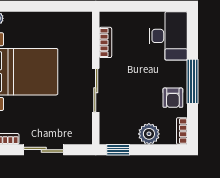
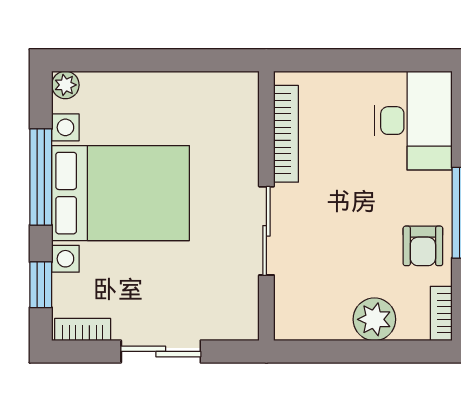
bookcase: (105, 42) -> (286, 134), width x1.56
window: (118, 150) -> (312, 351), removed

